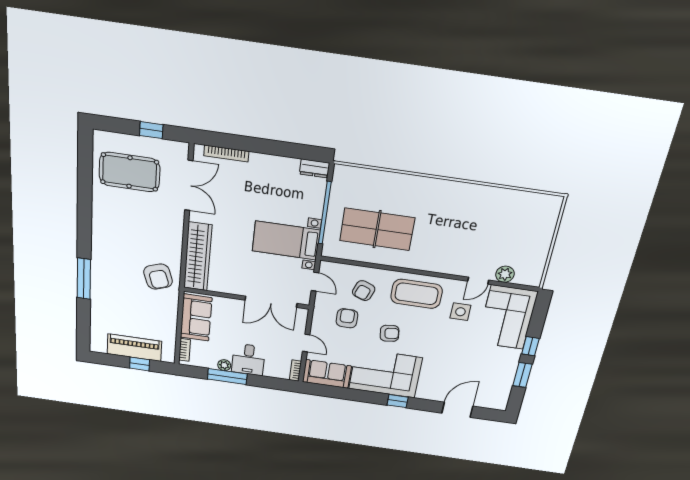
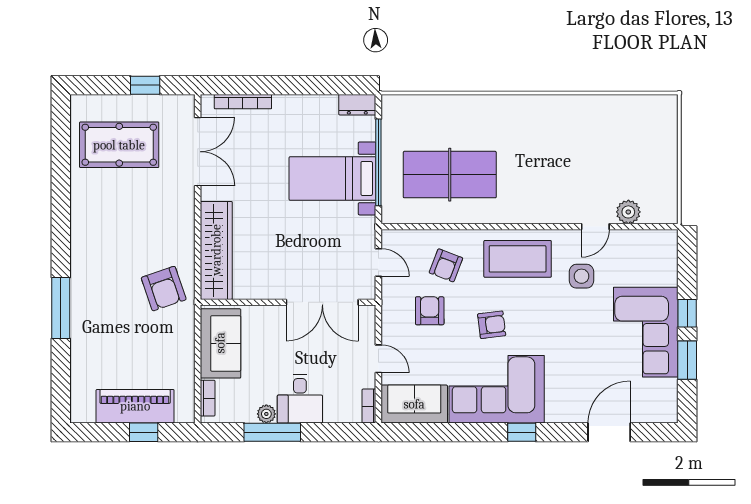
bed with nightstands: (286, 241) -> (332, 178), moved
corner sofa: (507, 317) -> (646, 332), moved

